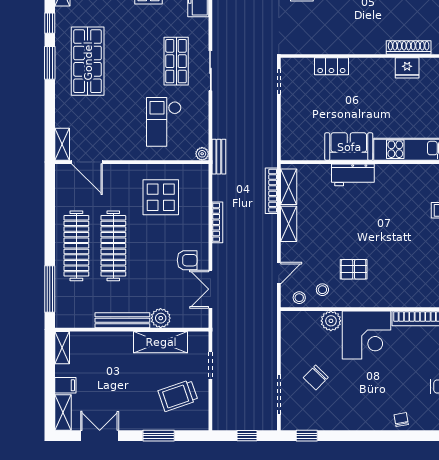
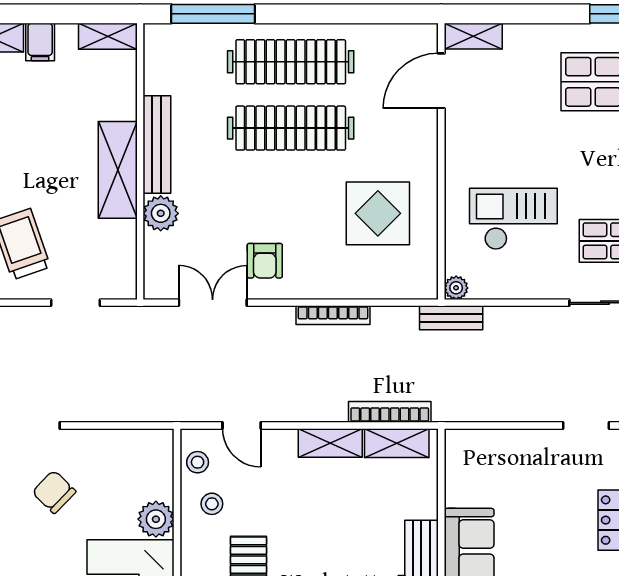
shelving: (161, 342) -> (118, 170), moved

